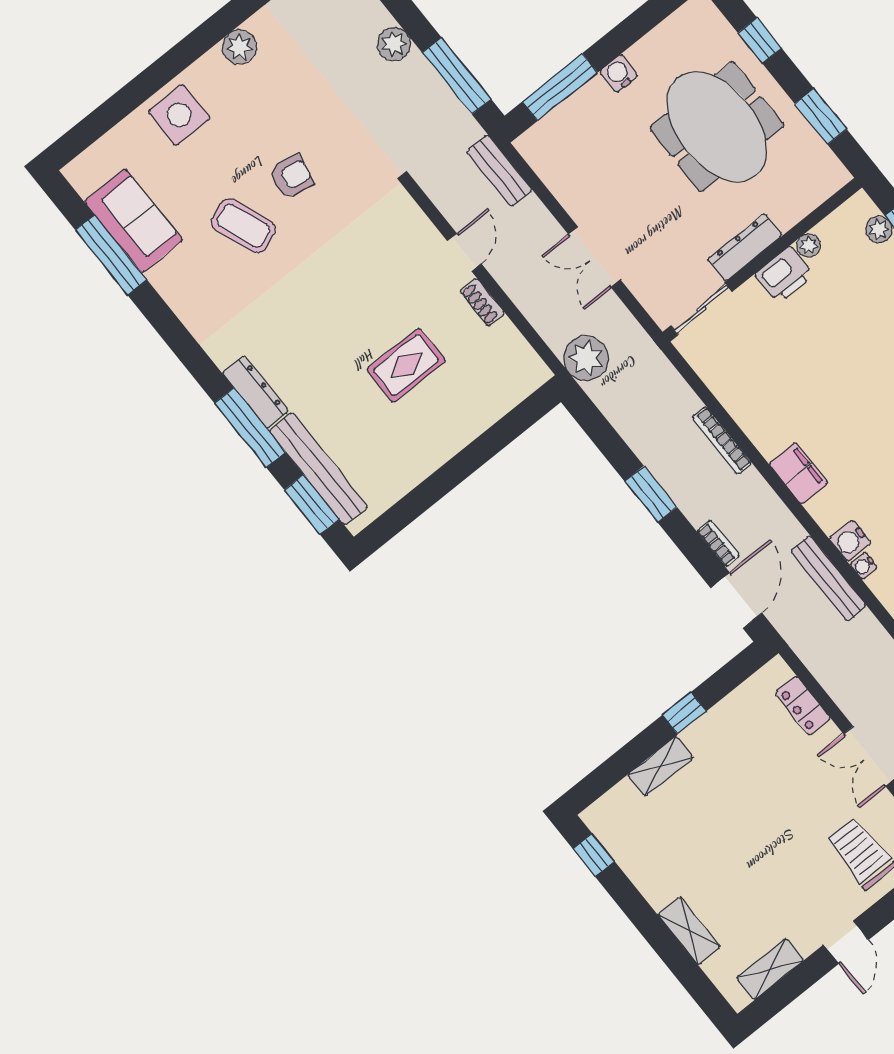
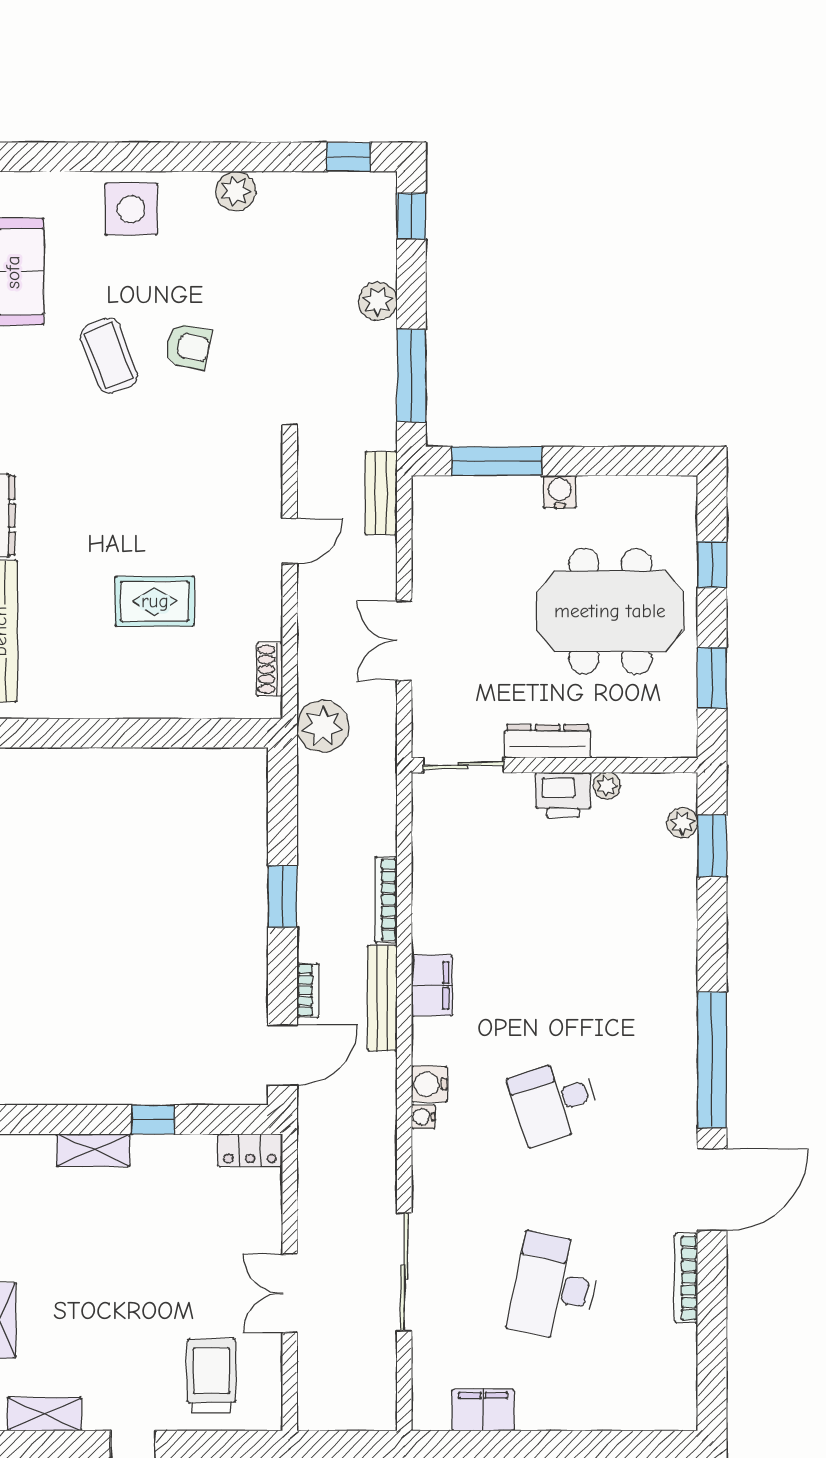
meeting table: (717, 127) -> (610, 611), turned 90
shoe rack: (482, 302) -> (270, 669), moved
bench: (828, 578) -> (382, 998), moved
locker: (803, 706) -> (250, 1150), moved, turned -90

